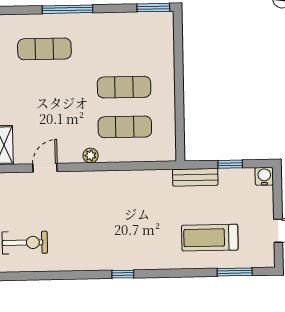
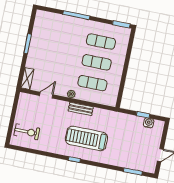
exercise mat: (44, 49) -> (101, 42), moved
water cooler: (264, 176) -> (149, 123), moved
bench: (195, 177) -> (81, 109), moved
treadmill: (210, 238) -> (86, 138), moved, width x1.37, depth x1.38

